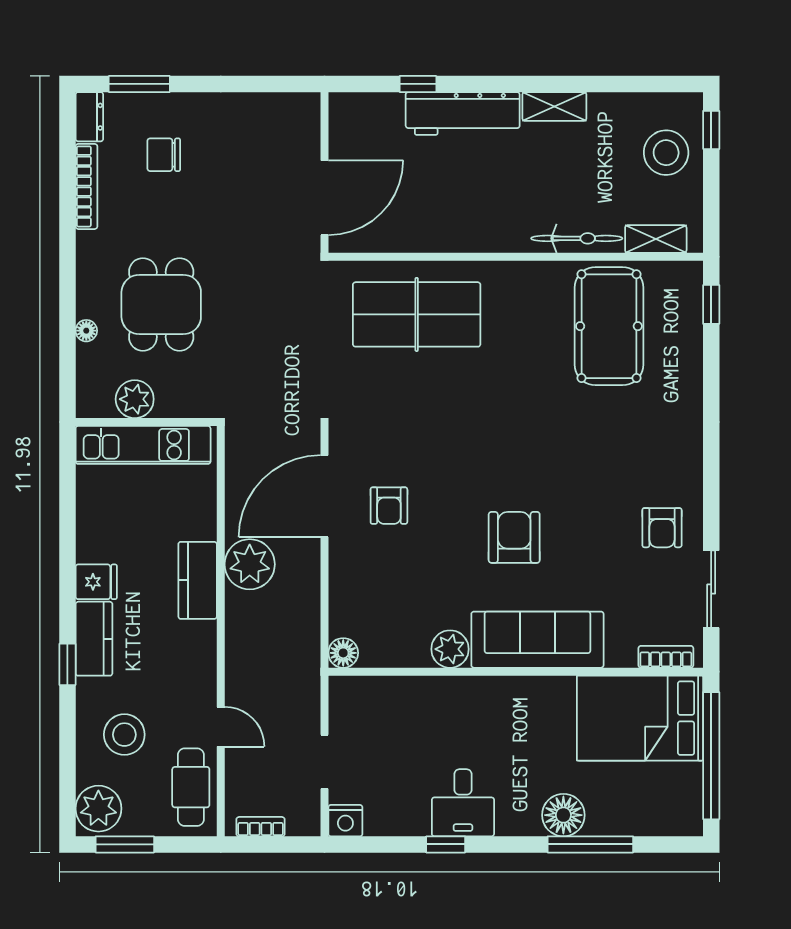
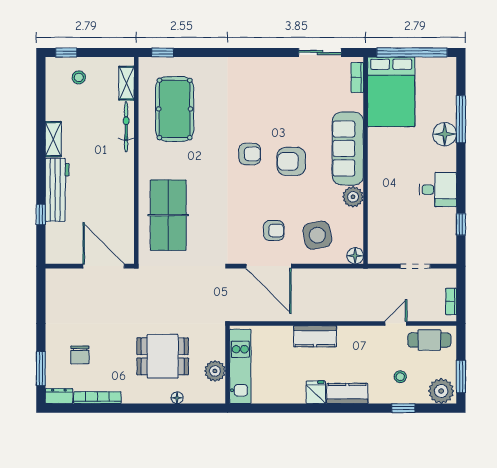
stool: (666, 153) -> (79, 77), width x0.53, depth x0.53
pool table: (609, 326) -> (175, 109), turned 90
armchair: (662, 528) -> (250, 154), moved
plant: (250, 564) -> (306, 307), removed
side table: (381, 584) -> (317, 235), added
window: (67, 664) -> (403, 408), moved
stool: (124, 735) -> (400, 377), width x0.53, depth x0.53
nightstand: (345, 821) -> (448, 255), removed
window: (446, 844) -> (461, 224), moved

